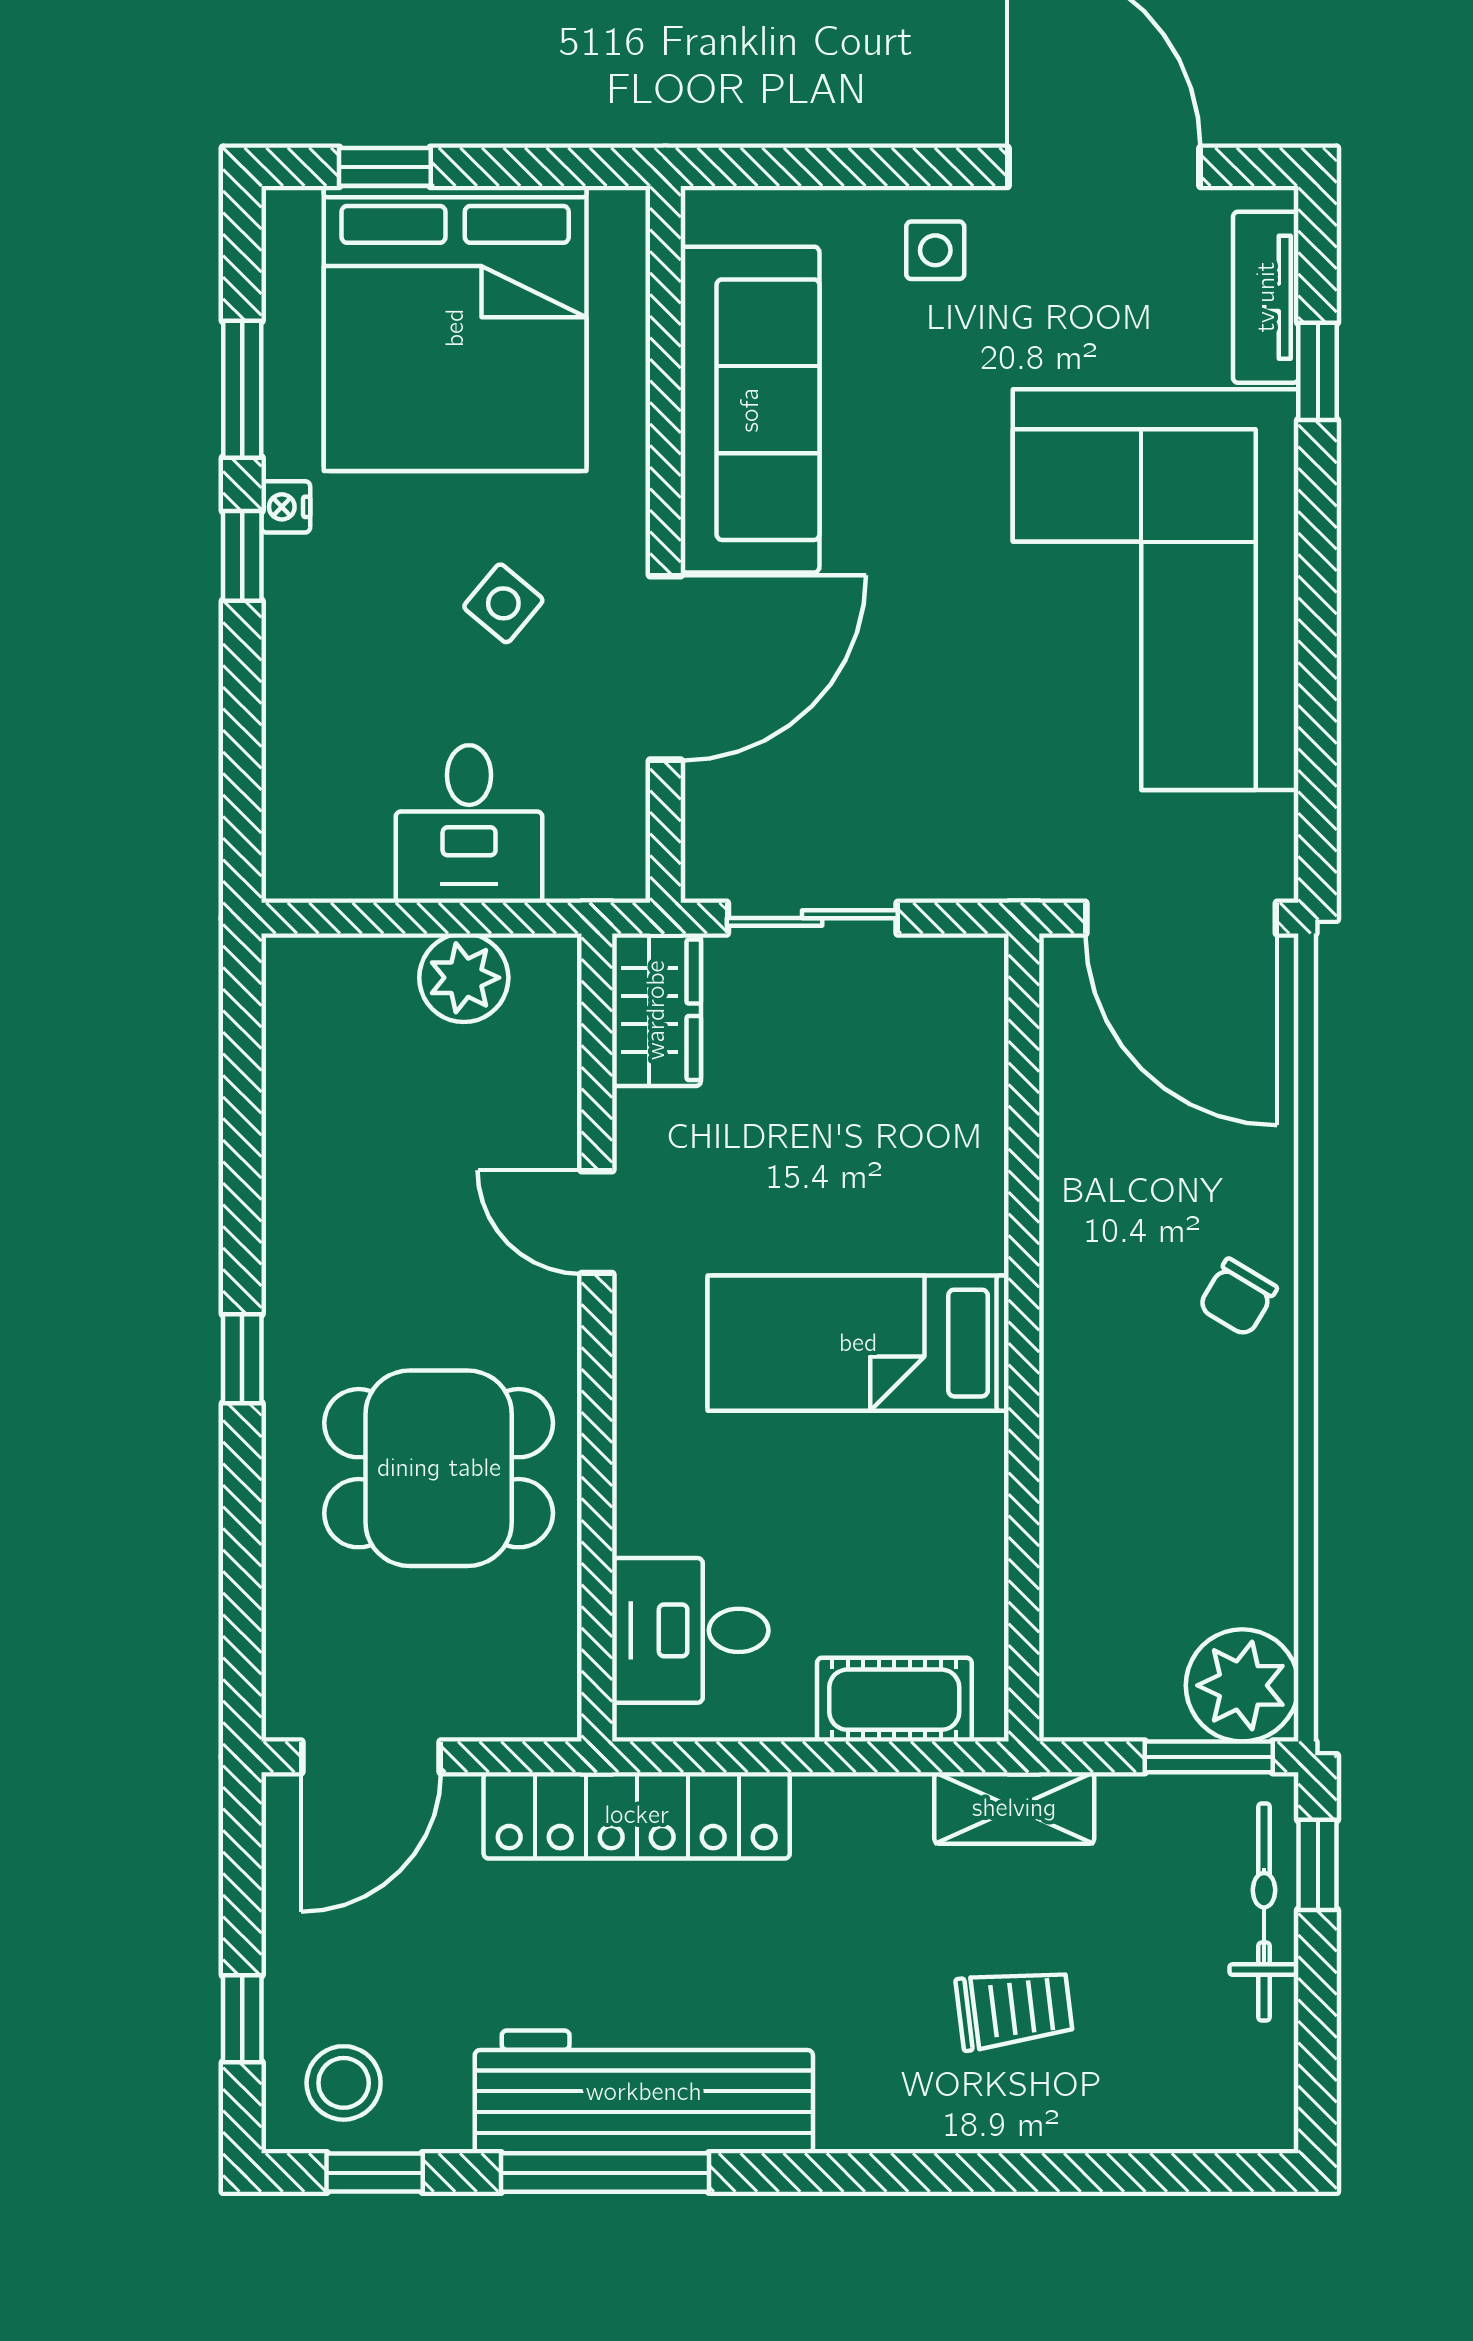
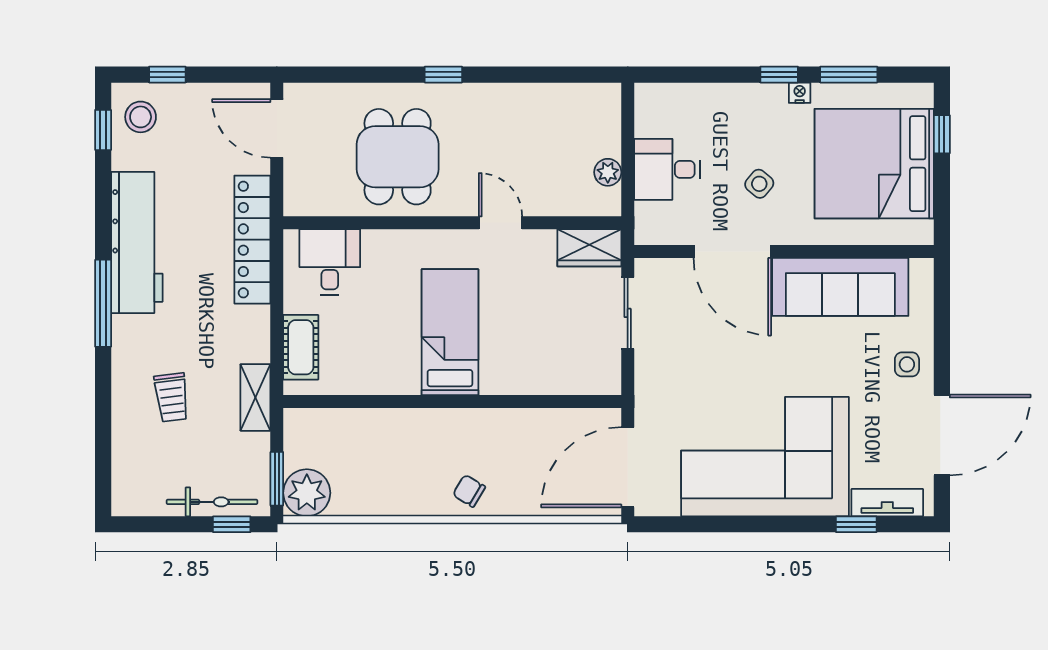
plant: (464, 978) -> (608, 172), width x0.73, depth x0.73
door: (597, 1222) -> (501, 223), hinge flipped
window: (605, 2173) -> (103, 303), moved

